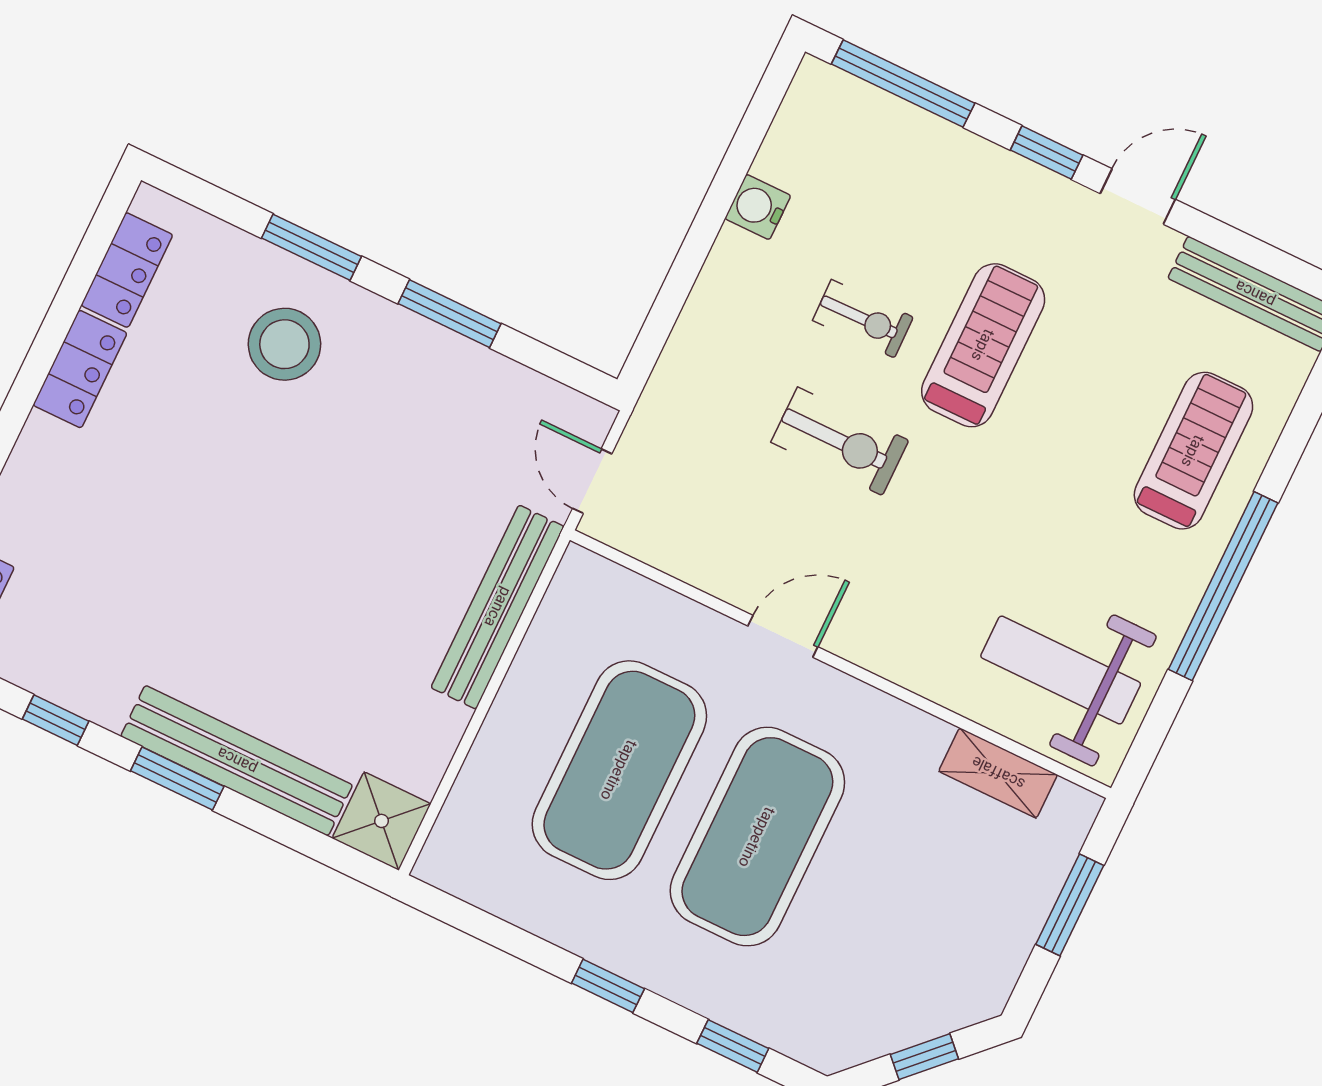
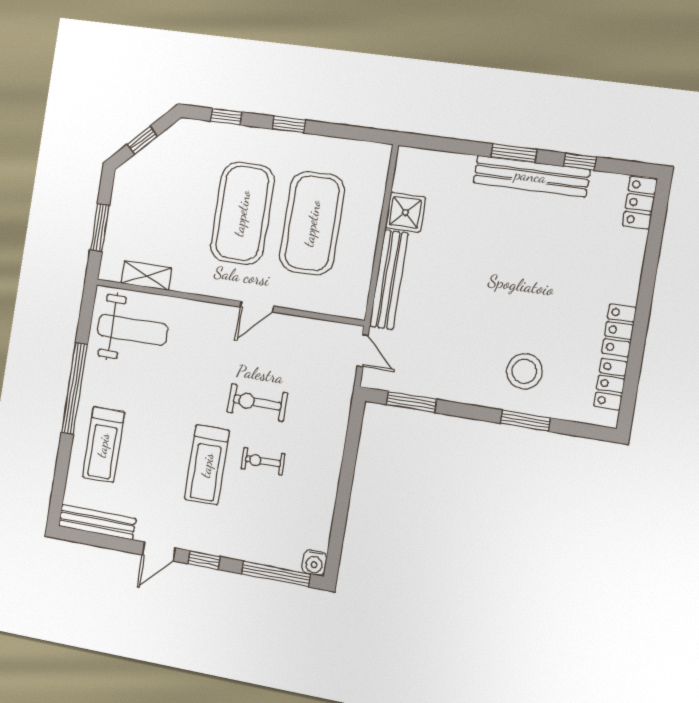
water cooler: (758, 207) -> (314, 563), moved, turned 90
window: (450, 314) -> (411, 402), moved
bench: (237, 761) -> (531, 176), moved
shower: (381, 821) -> (405, 212), moved

